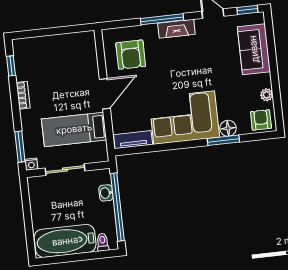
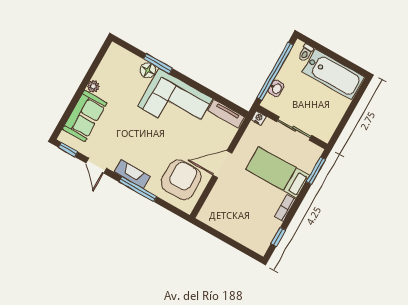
armchair: (131, 55) -> (181, 180), width x1.36, depth x1.36
plant: (267, 95) -> (93, 86), moved
armchair: (261, 120) -> (118, 58), removed
bed: (74, 129) -> (278, 172), moved, turned 180
nightstand: (31, 164) -> (259, 118), moved

